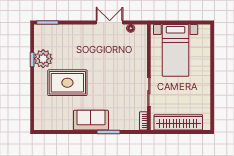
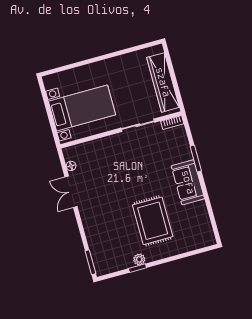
plant: (43, 59) -> (139, 259), width x0.53, depth x0.53

